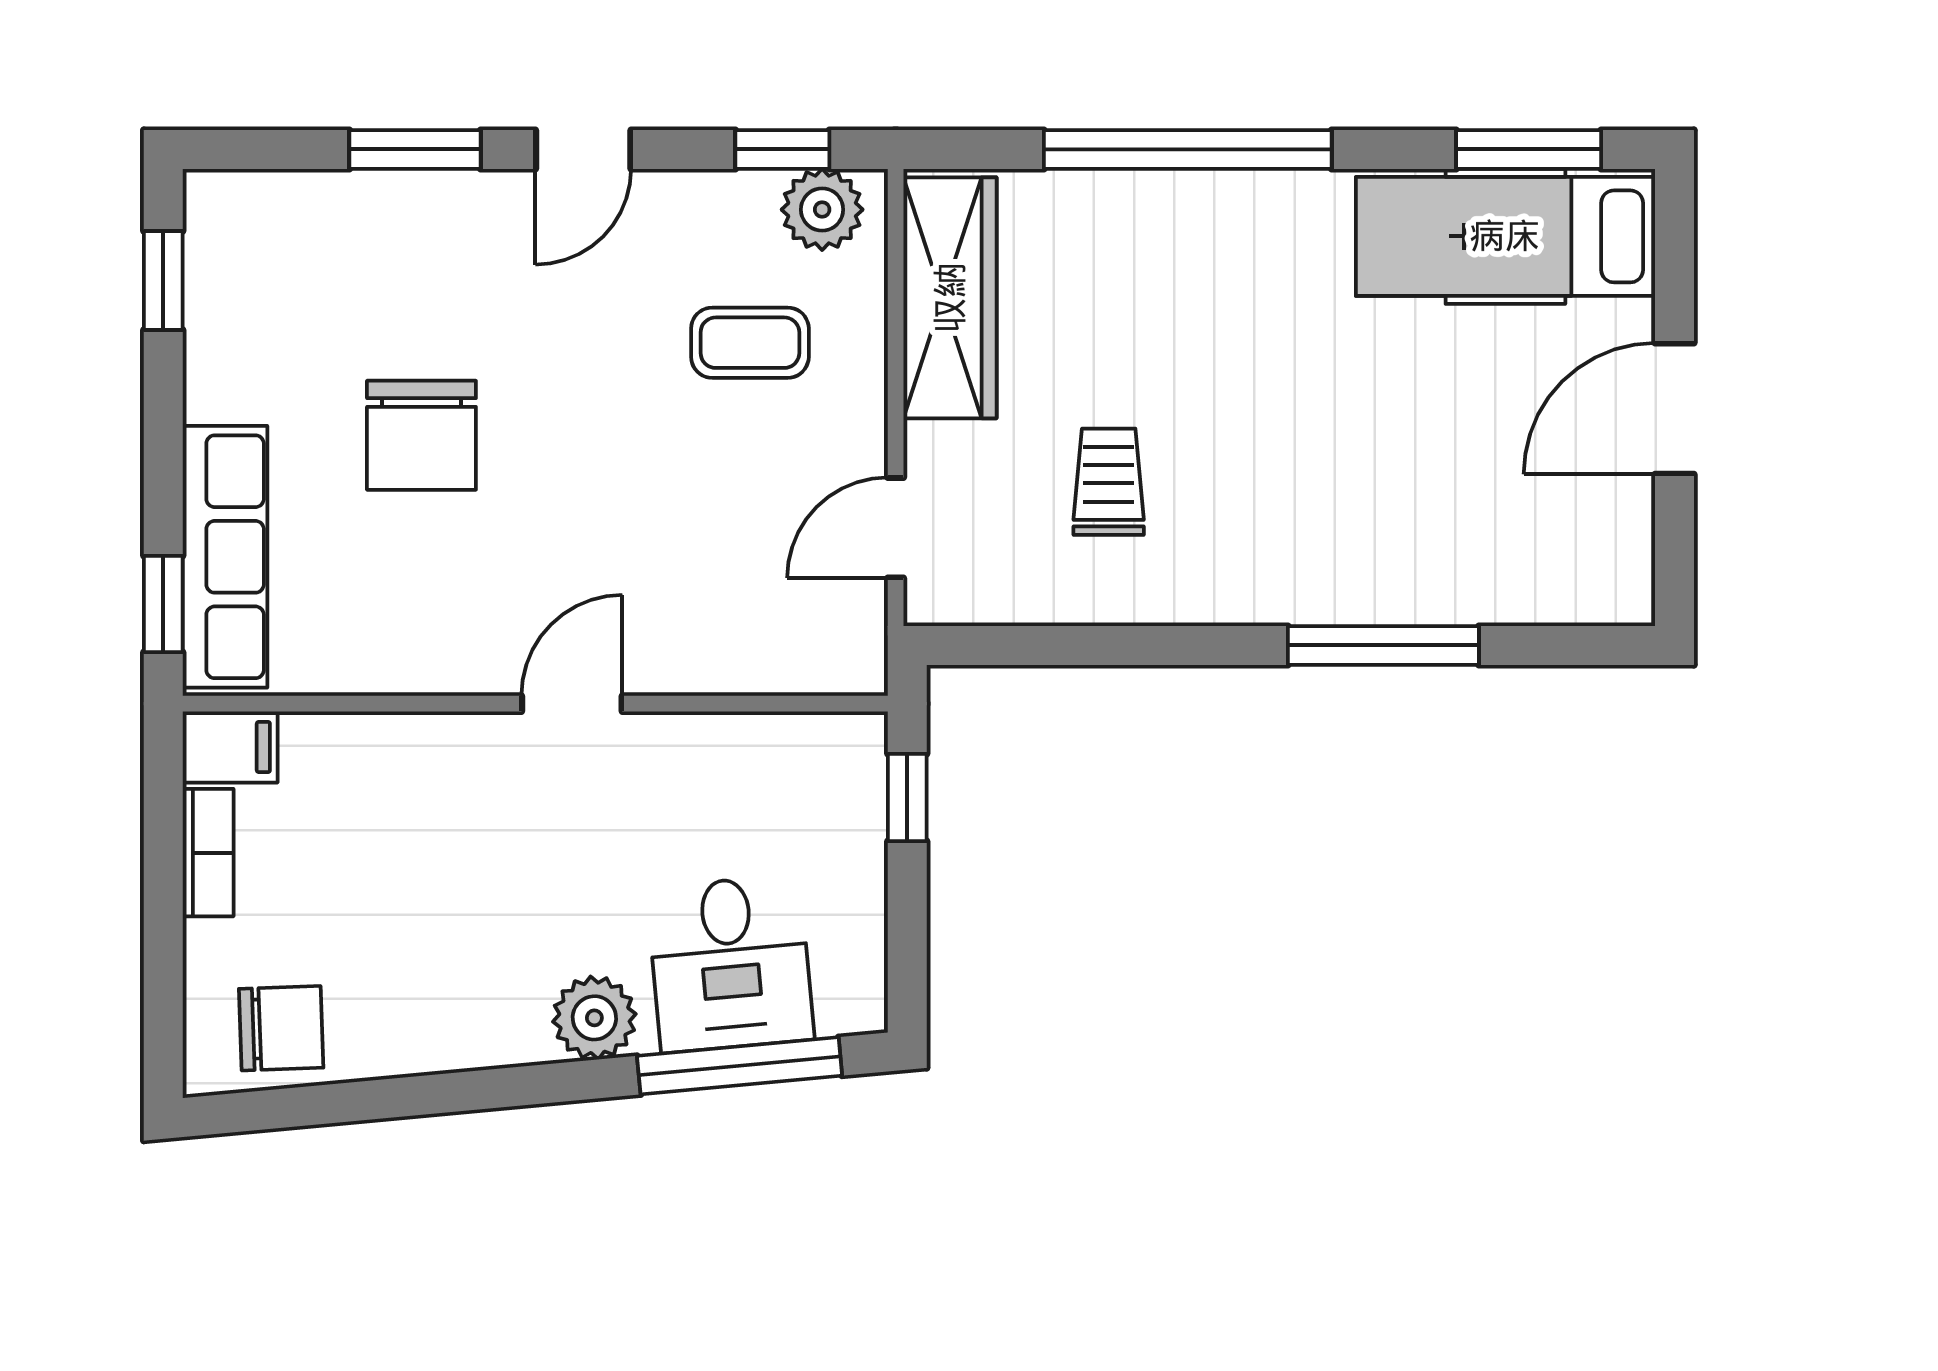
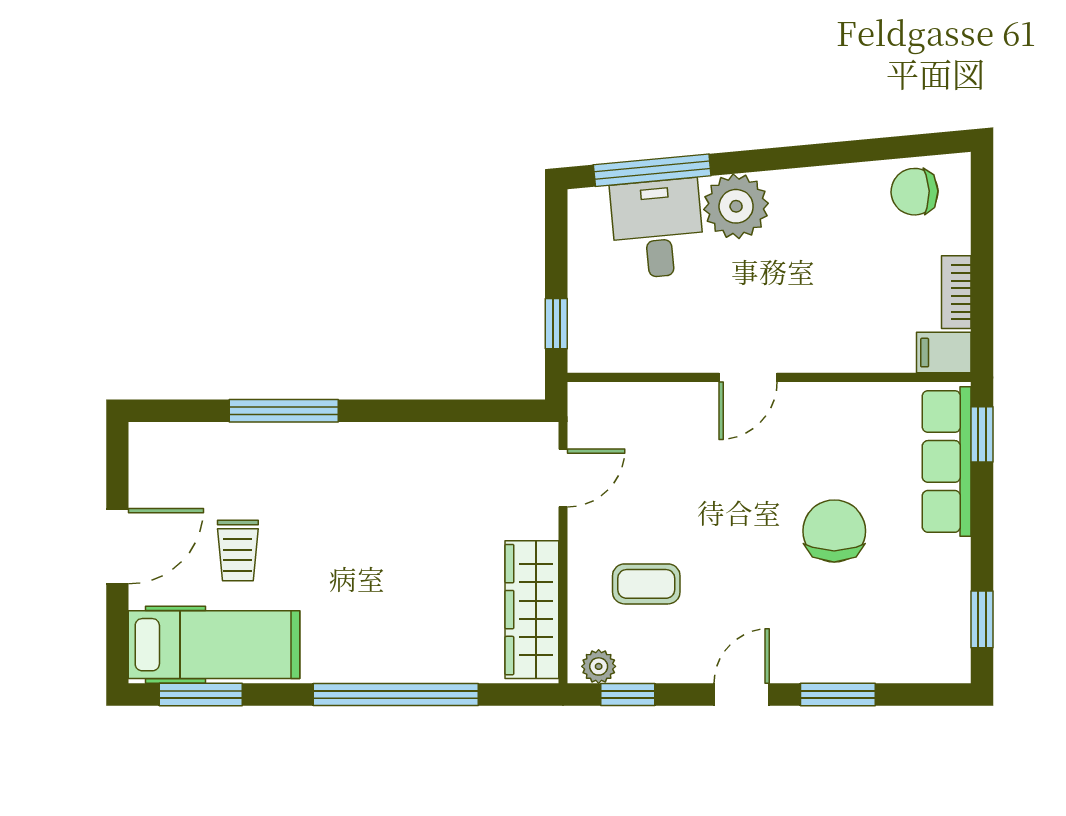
plant: (822, 210) -> (599, 666), width x0.73, depth x0.73
trolley: (1109, 482) -> (238, 551), moved
plant: (594, 1018) -> (736, 206), width x1.36, depth x1.36

